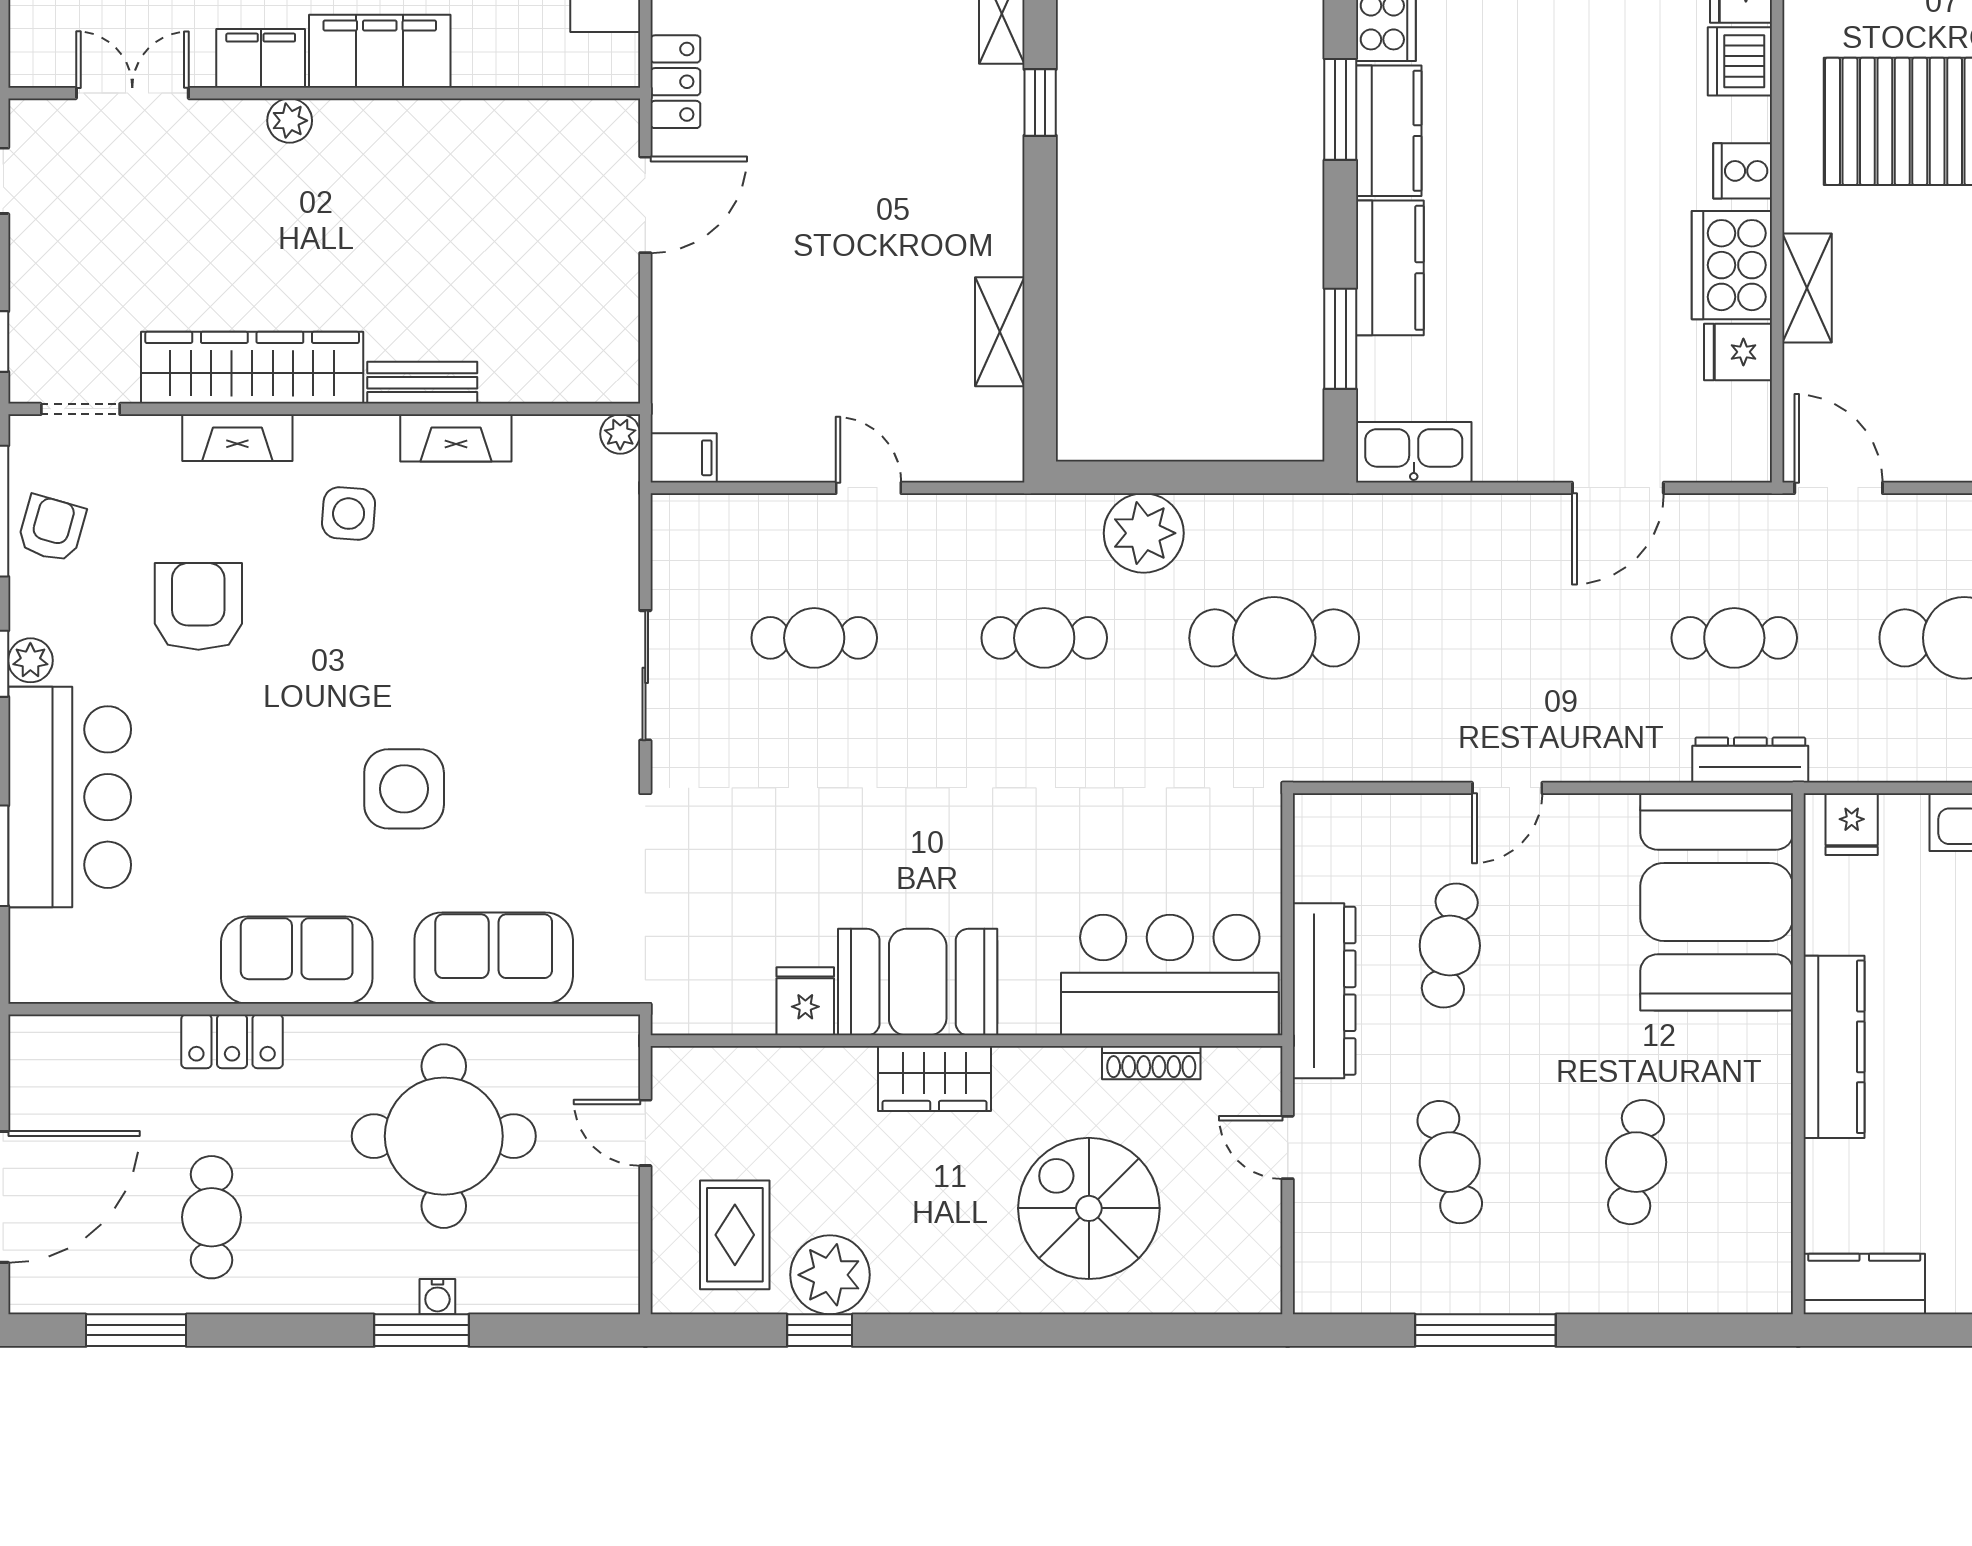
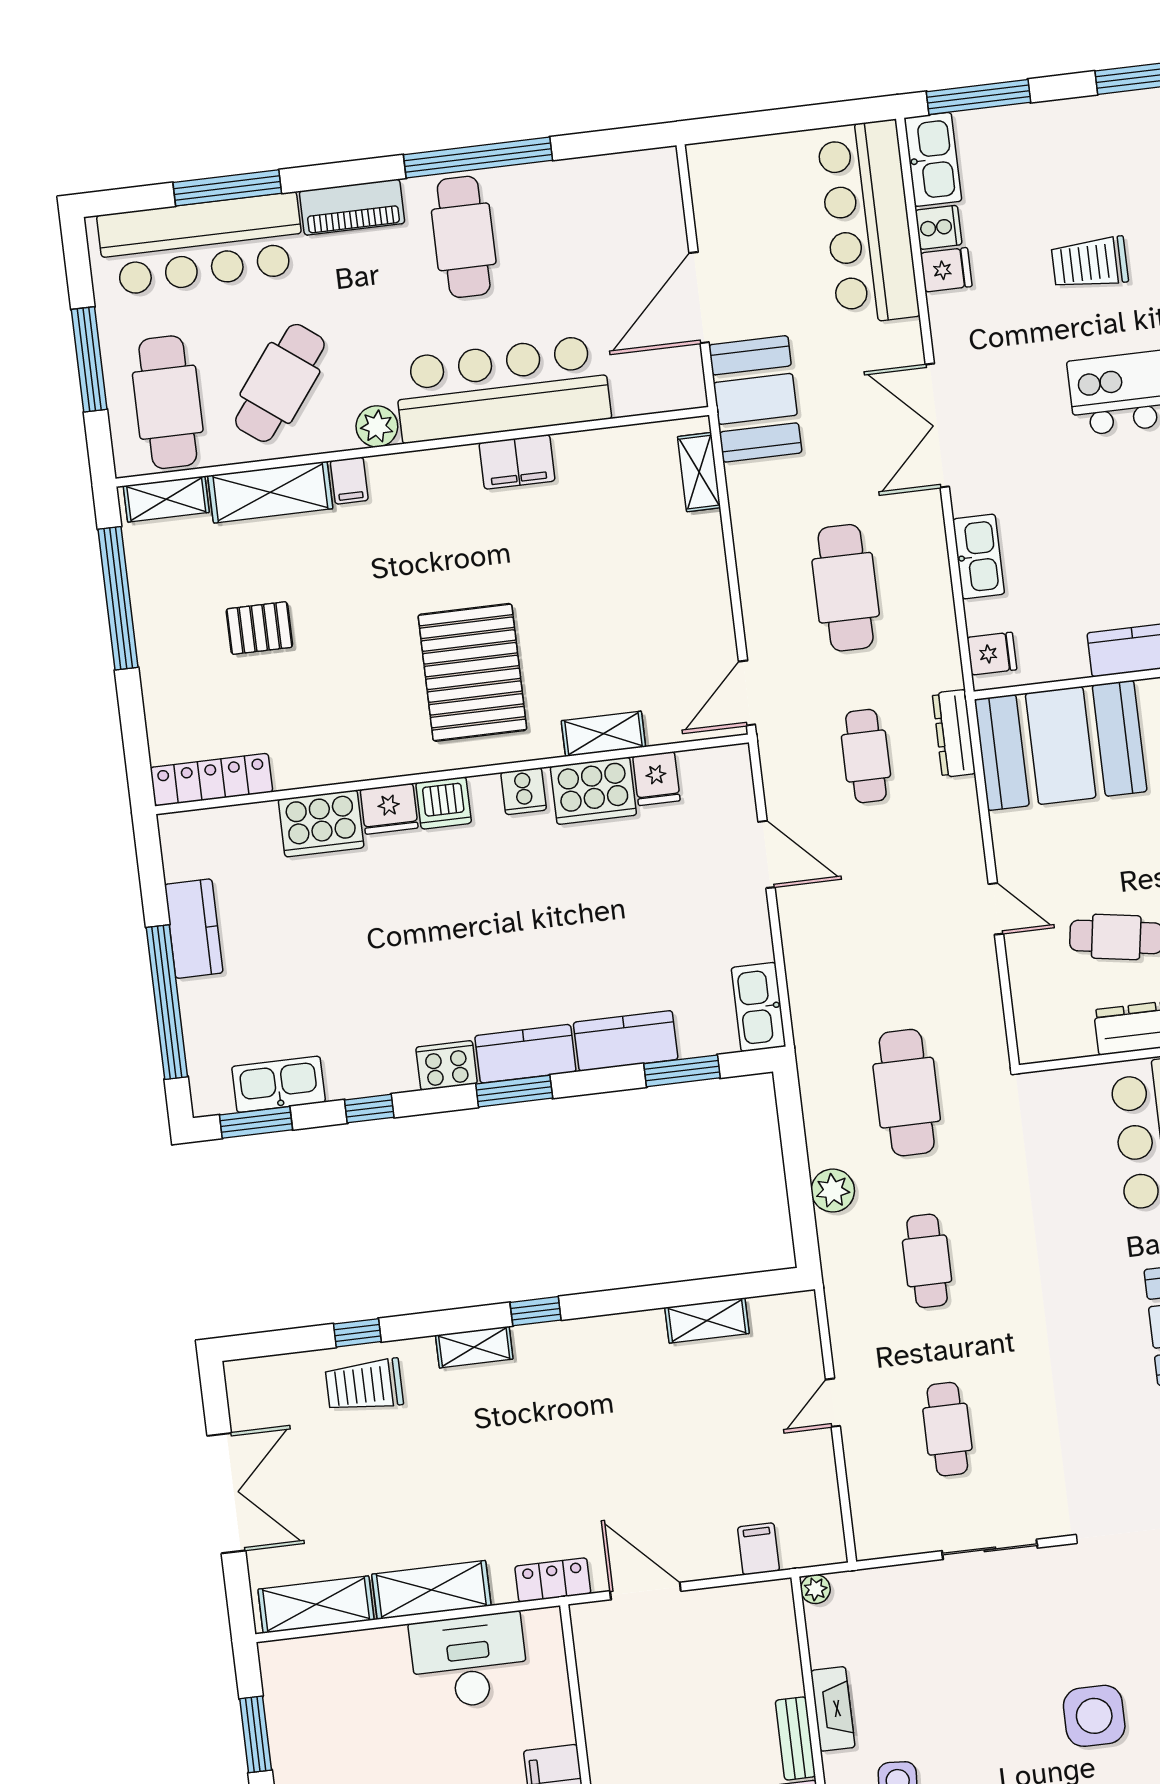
filing cabinet: (684, 458) -> (758, 1549), moved
plant: (1144, 533) -> (833, 1191), width x0.73, depth x0.73

